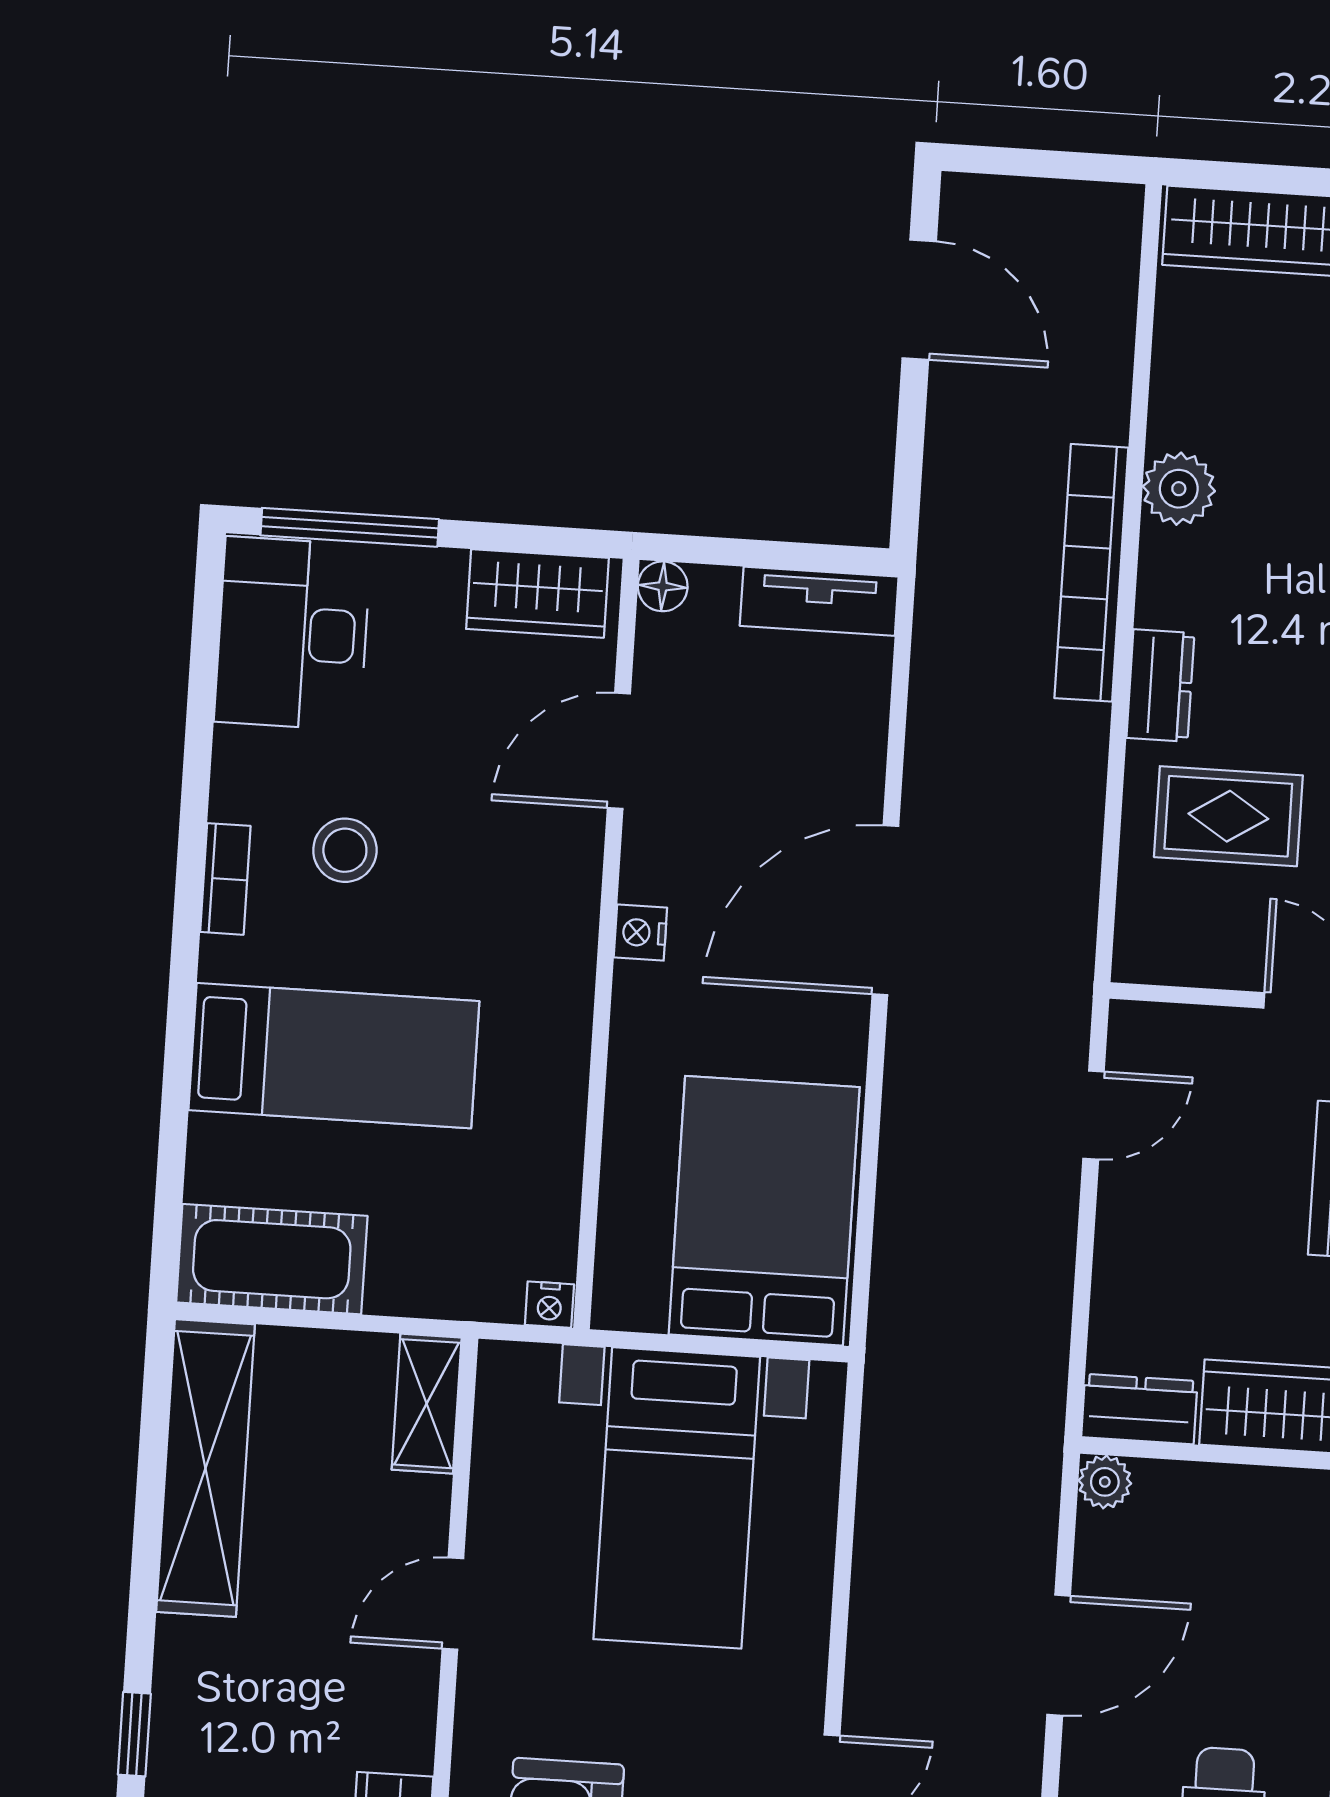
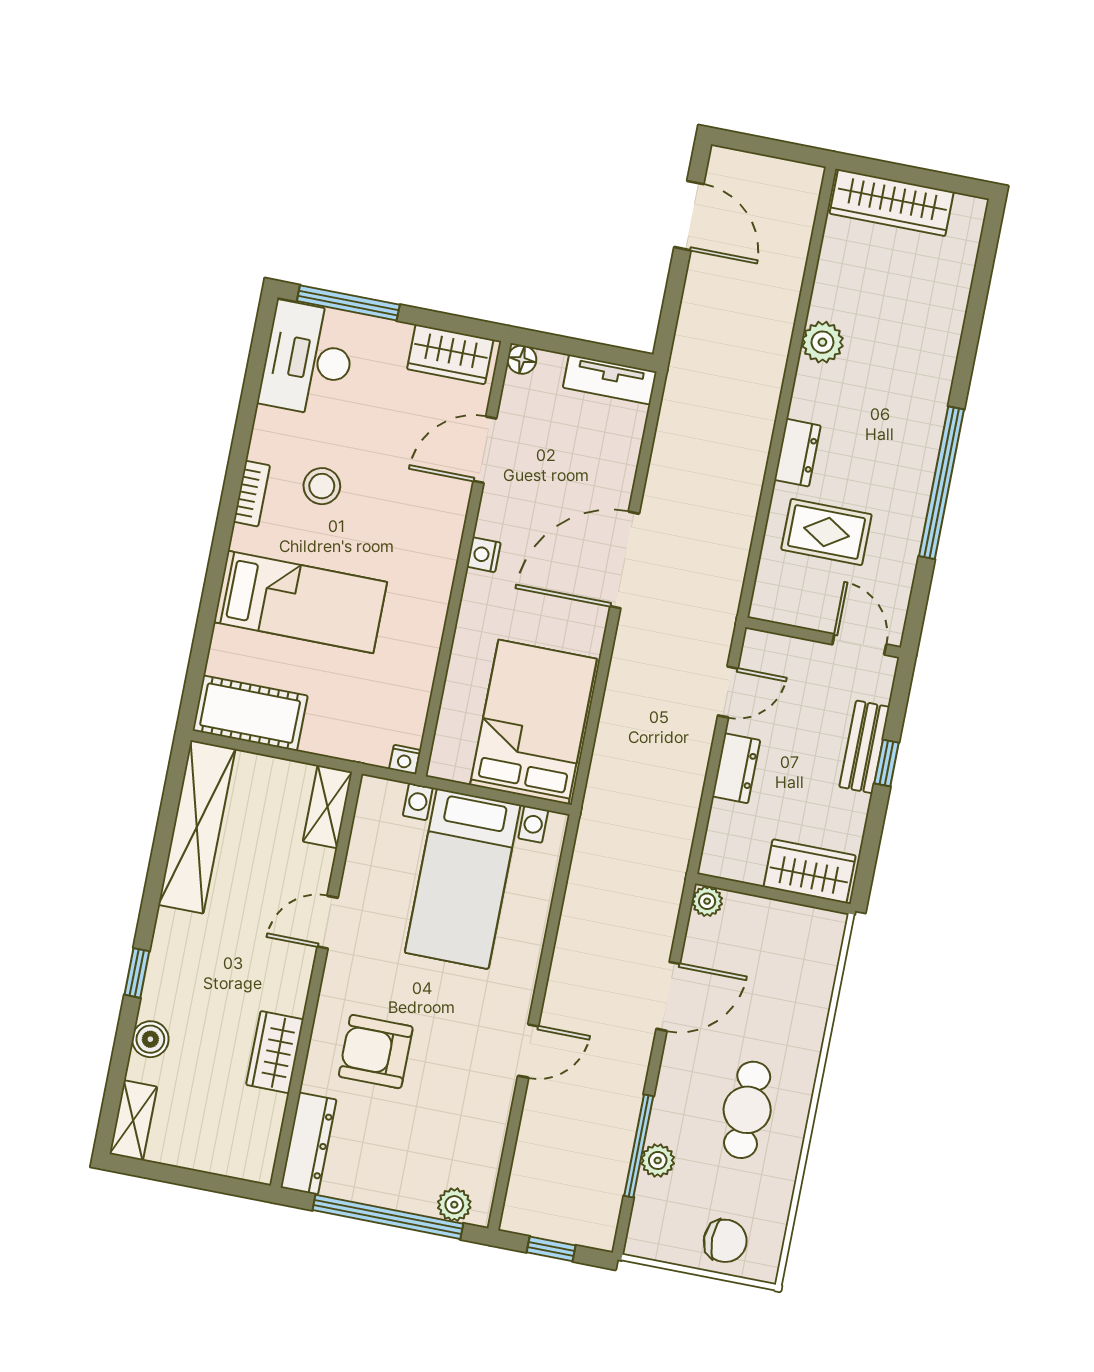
bookcase: (1091, 573) -> (767, 384), removed
dresser: (1139, 1409) -> (736, 768), moved, turned 90

